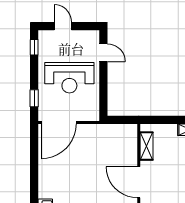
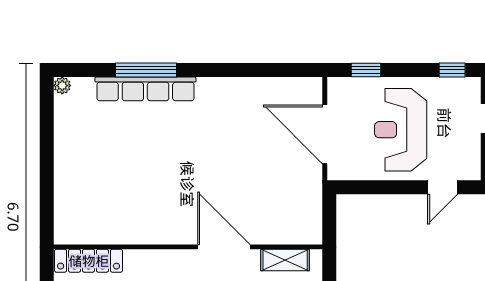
door: (59, 123) -> (325, 134), moved
door: (139, 182) -> (224, 247), hinge flipped

